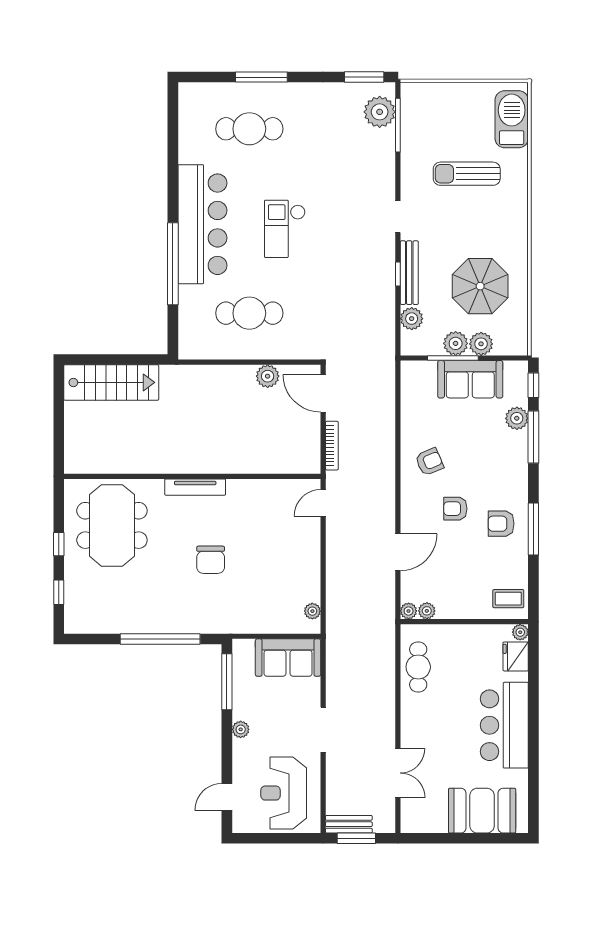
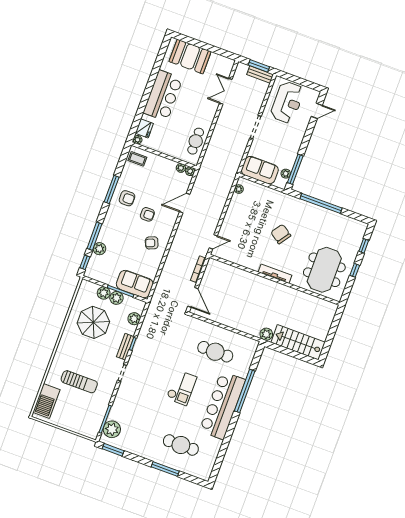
bench: (409, 273) -> (125, 347), width x0.73
plant: (268, 376) -> (266, 334), moved
sofa: (470, 379) -> (135, 284), moved
chair: (211, 560) -> (281, 234), turned -55
plant: (241, 729) -> (286, 174), moved

